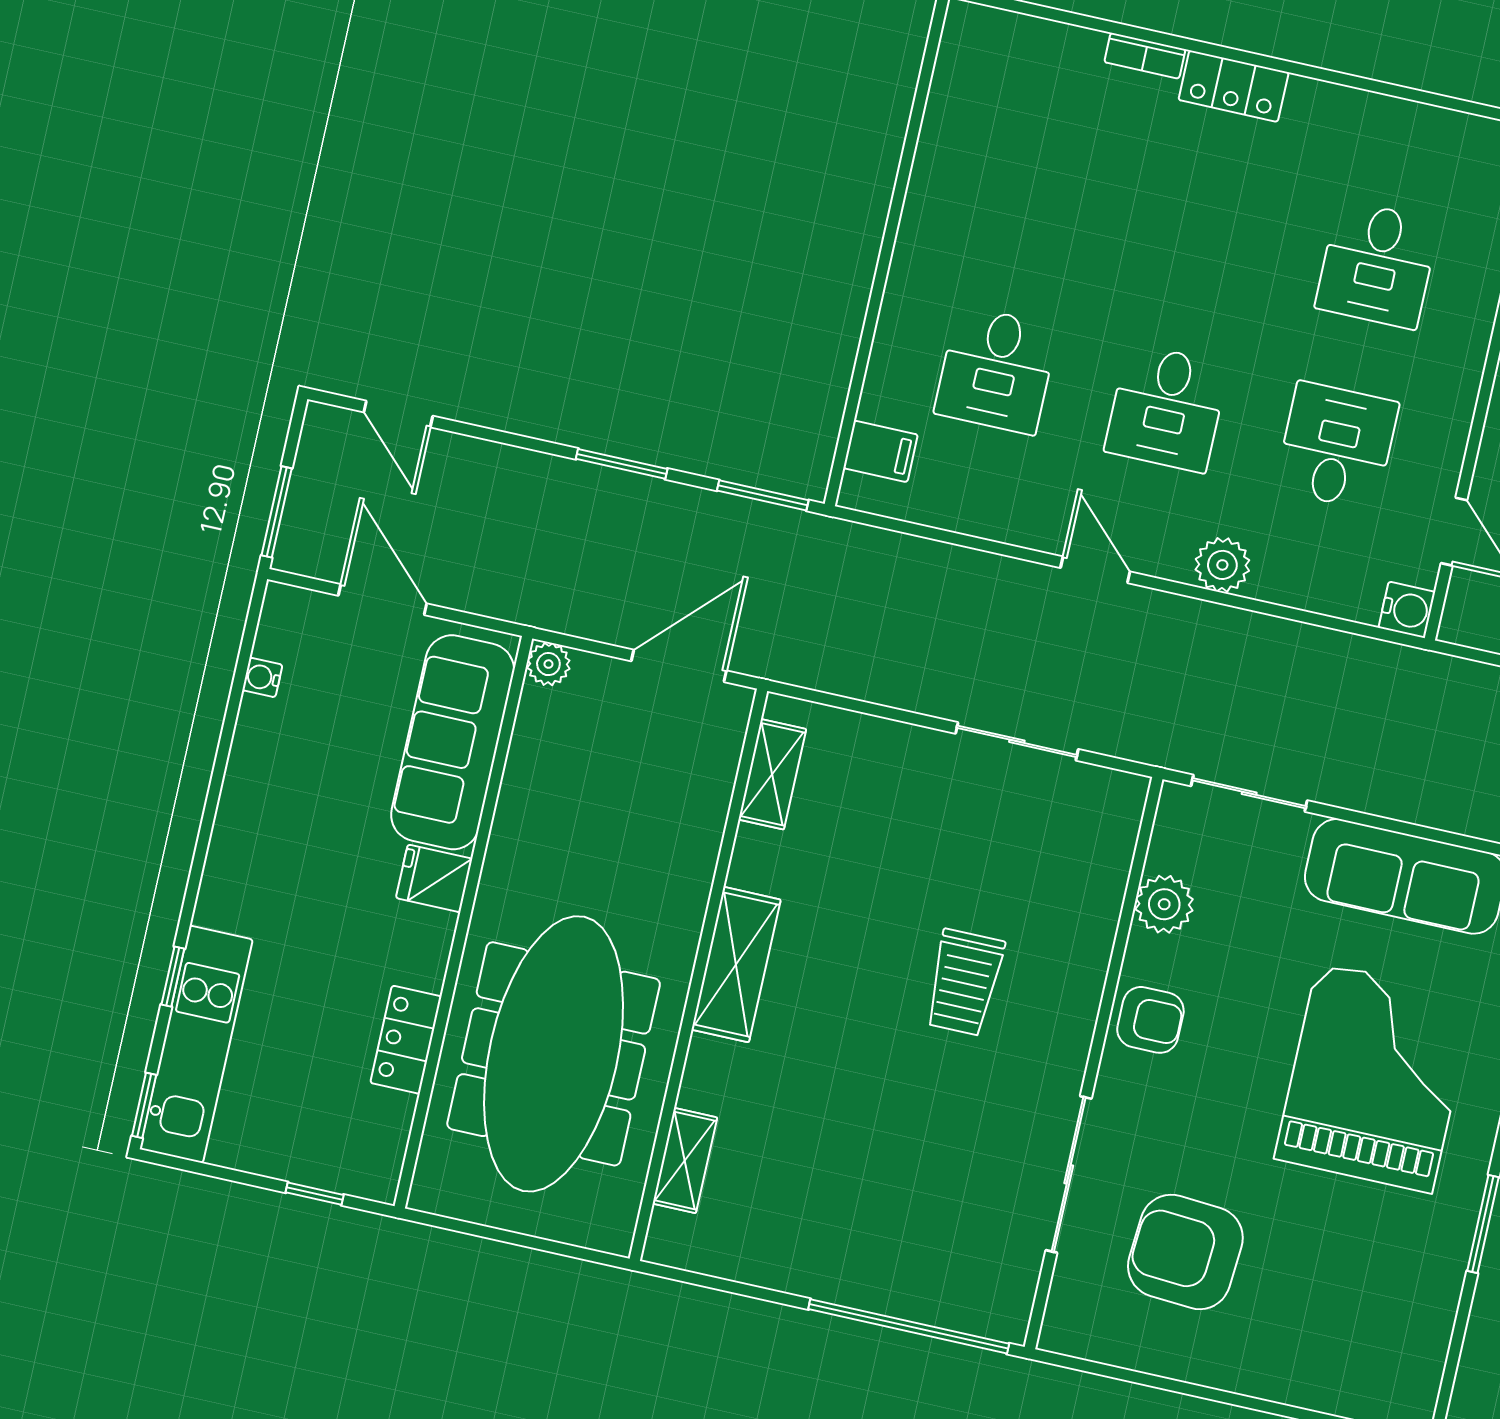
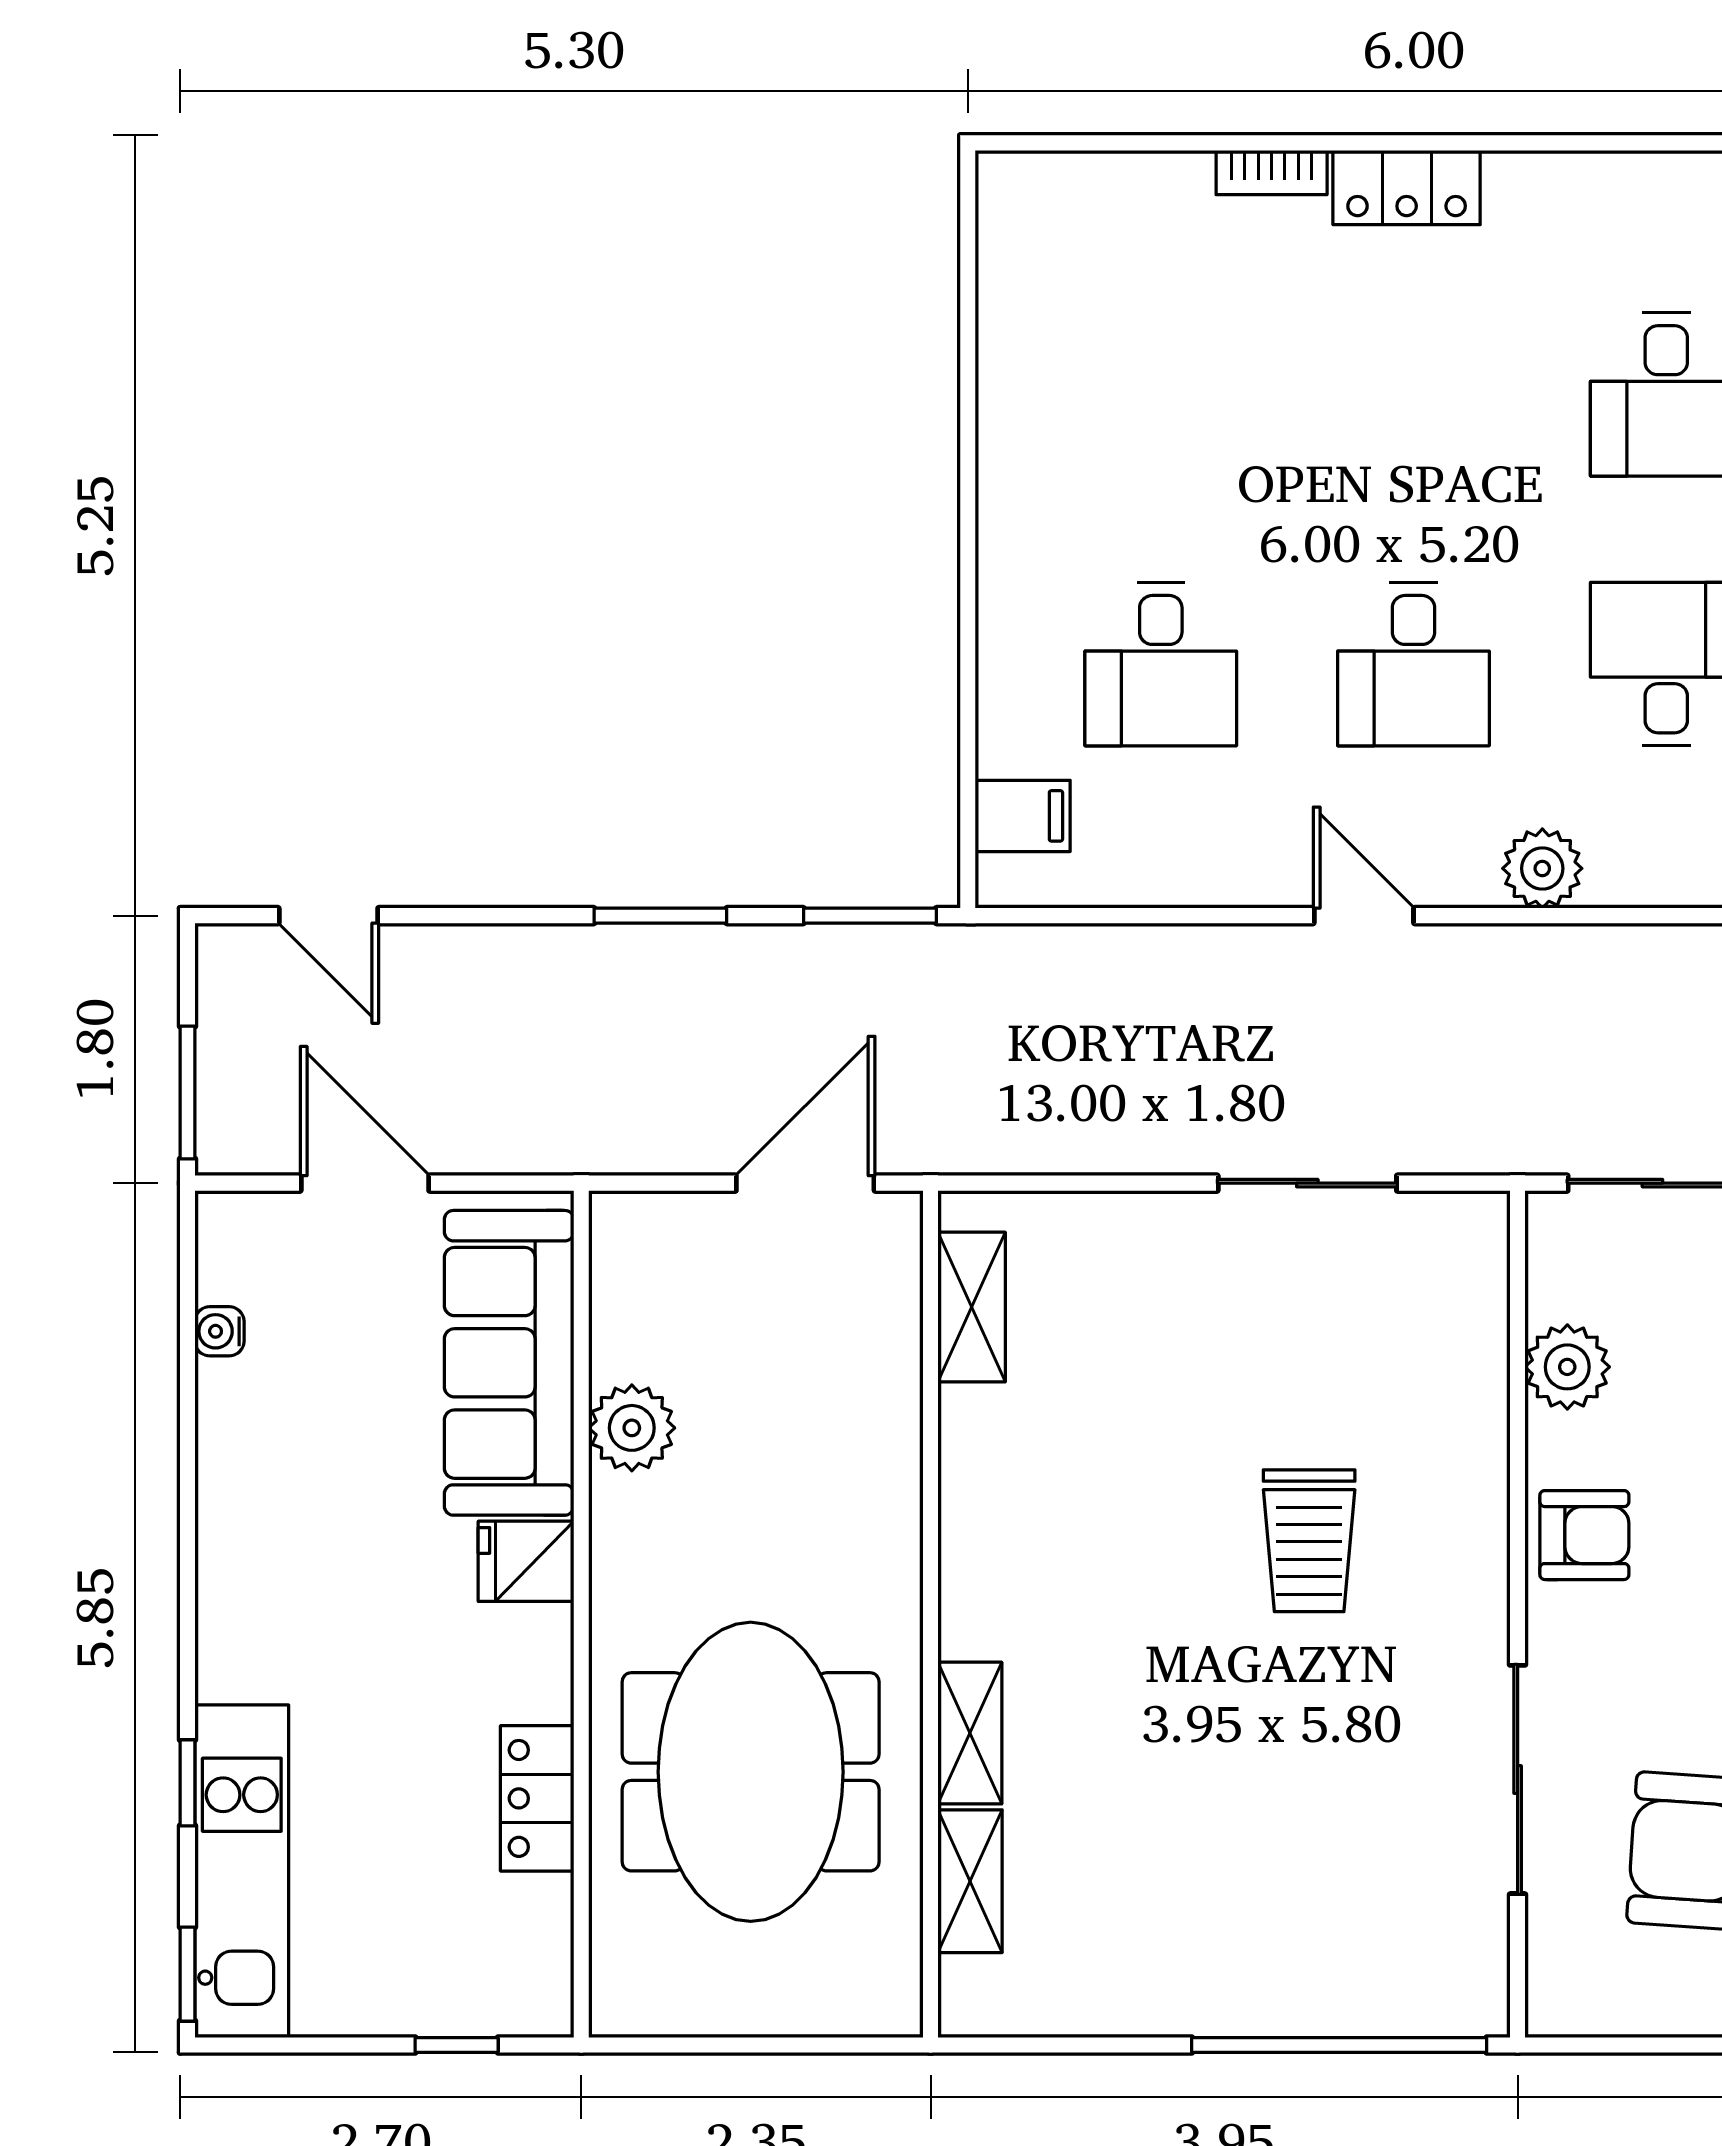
plant: (548, 664) -> (632, 1428), moved, width x1.38, depth x1.38
shelving: (736, 965) -> (970, 1733), moved, width x0.67, depth x0.75
meeting table: (554, 1054) -> (751, 1772), width x0.73

